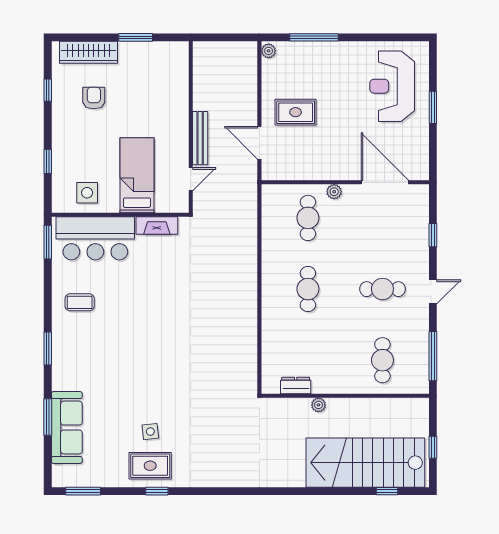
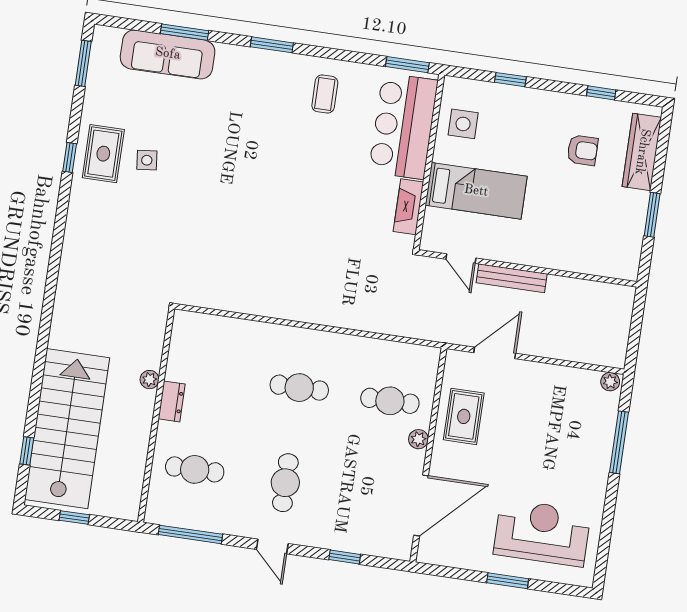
rug: (296, 112) -> (464, 416), moved
dresser: (296, 386) -> (172, 401), moved

